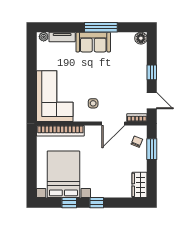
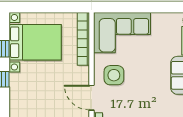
side table: (93, 103) -> (114, 75), width x1.87, depth x1.87

